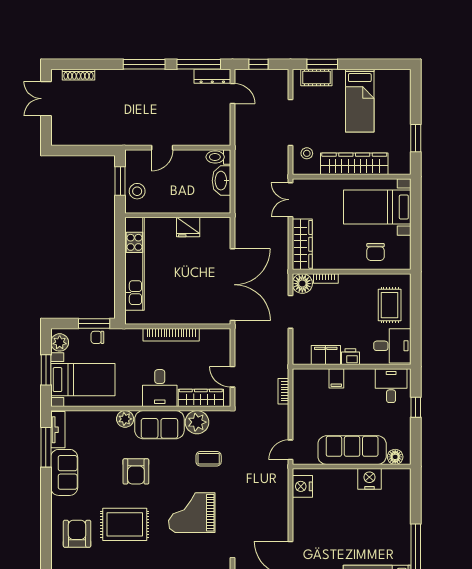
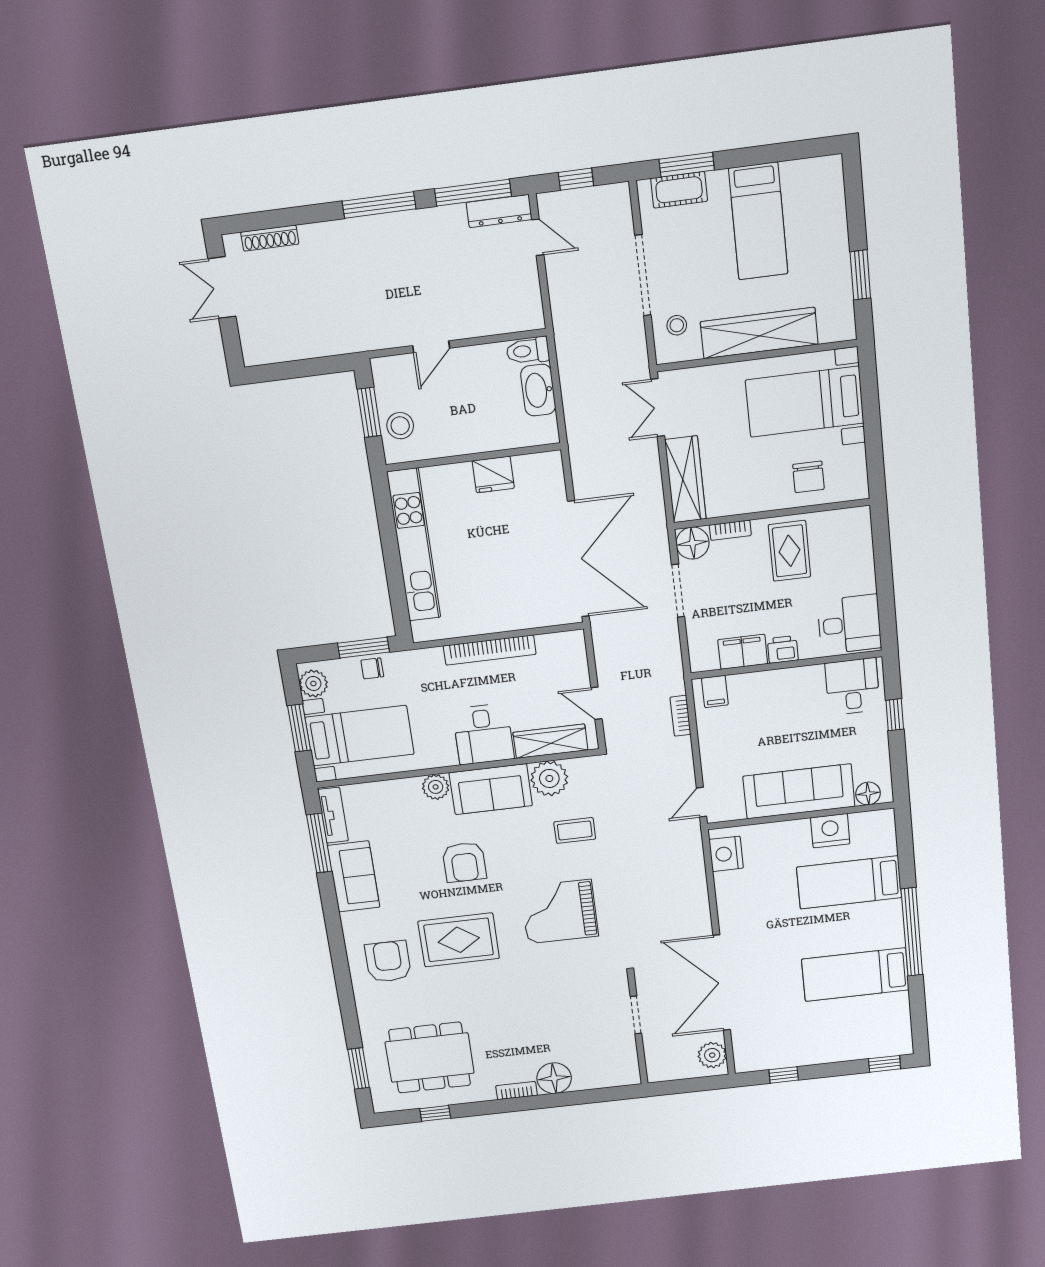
rug: (390, 305) -> (789, 551), moved
filing cabinet: (336, 378) -> (715, 691), moved
bed: (378, 515) -> (849, 882), added

